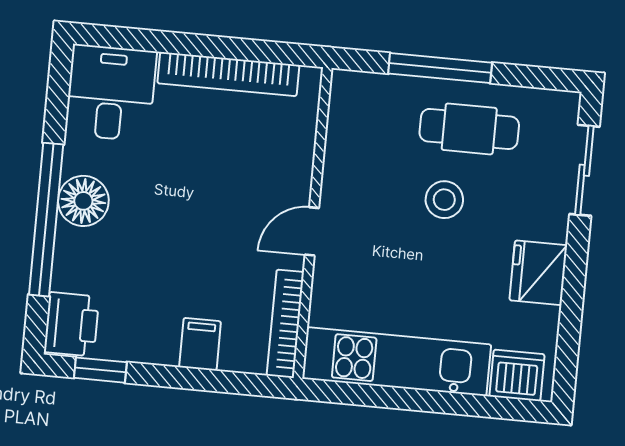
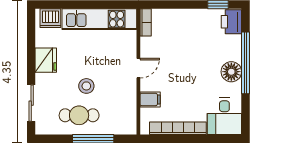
bookcase: (285, 324) -> (146, 22), width x0.64
filing cabinet: (200, 344) -> (150, 99), moved, turned -90

